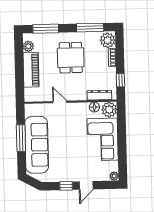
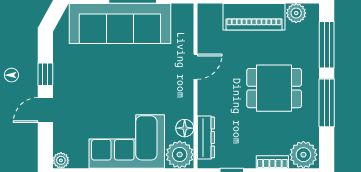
window: (90, 28) -> (327, 103), moved
door: (86, 185) -> (45, 110), hinge flipped

